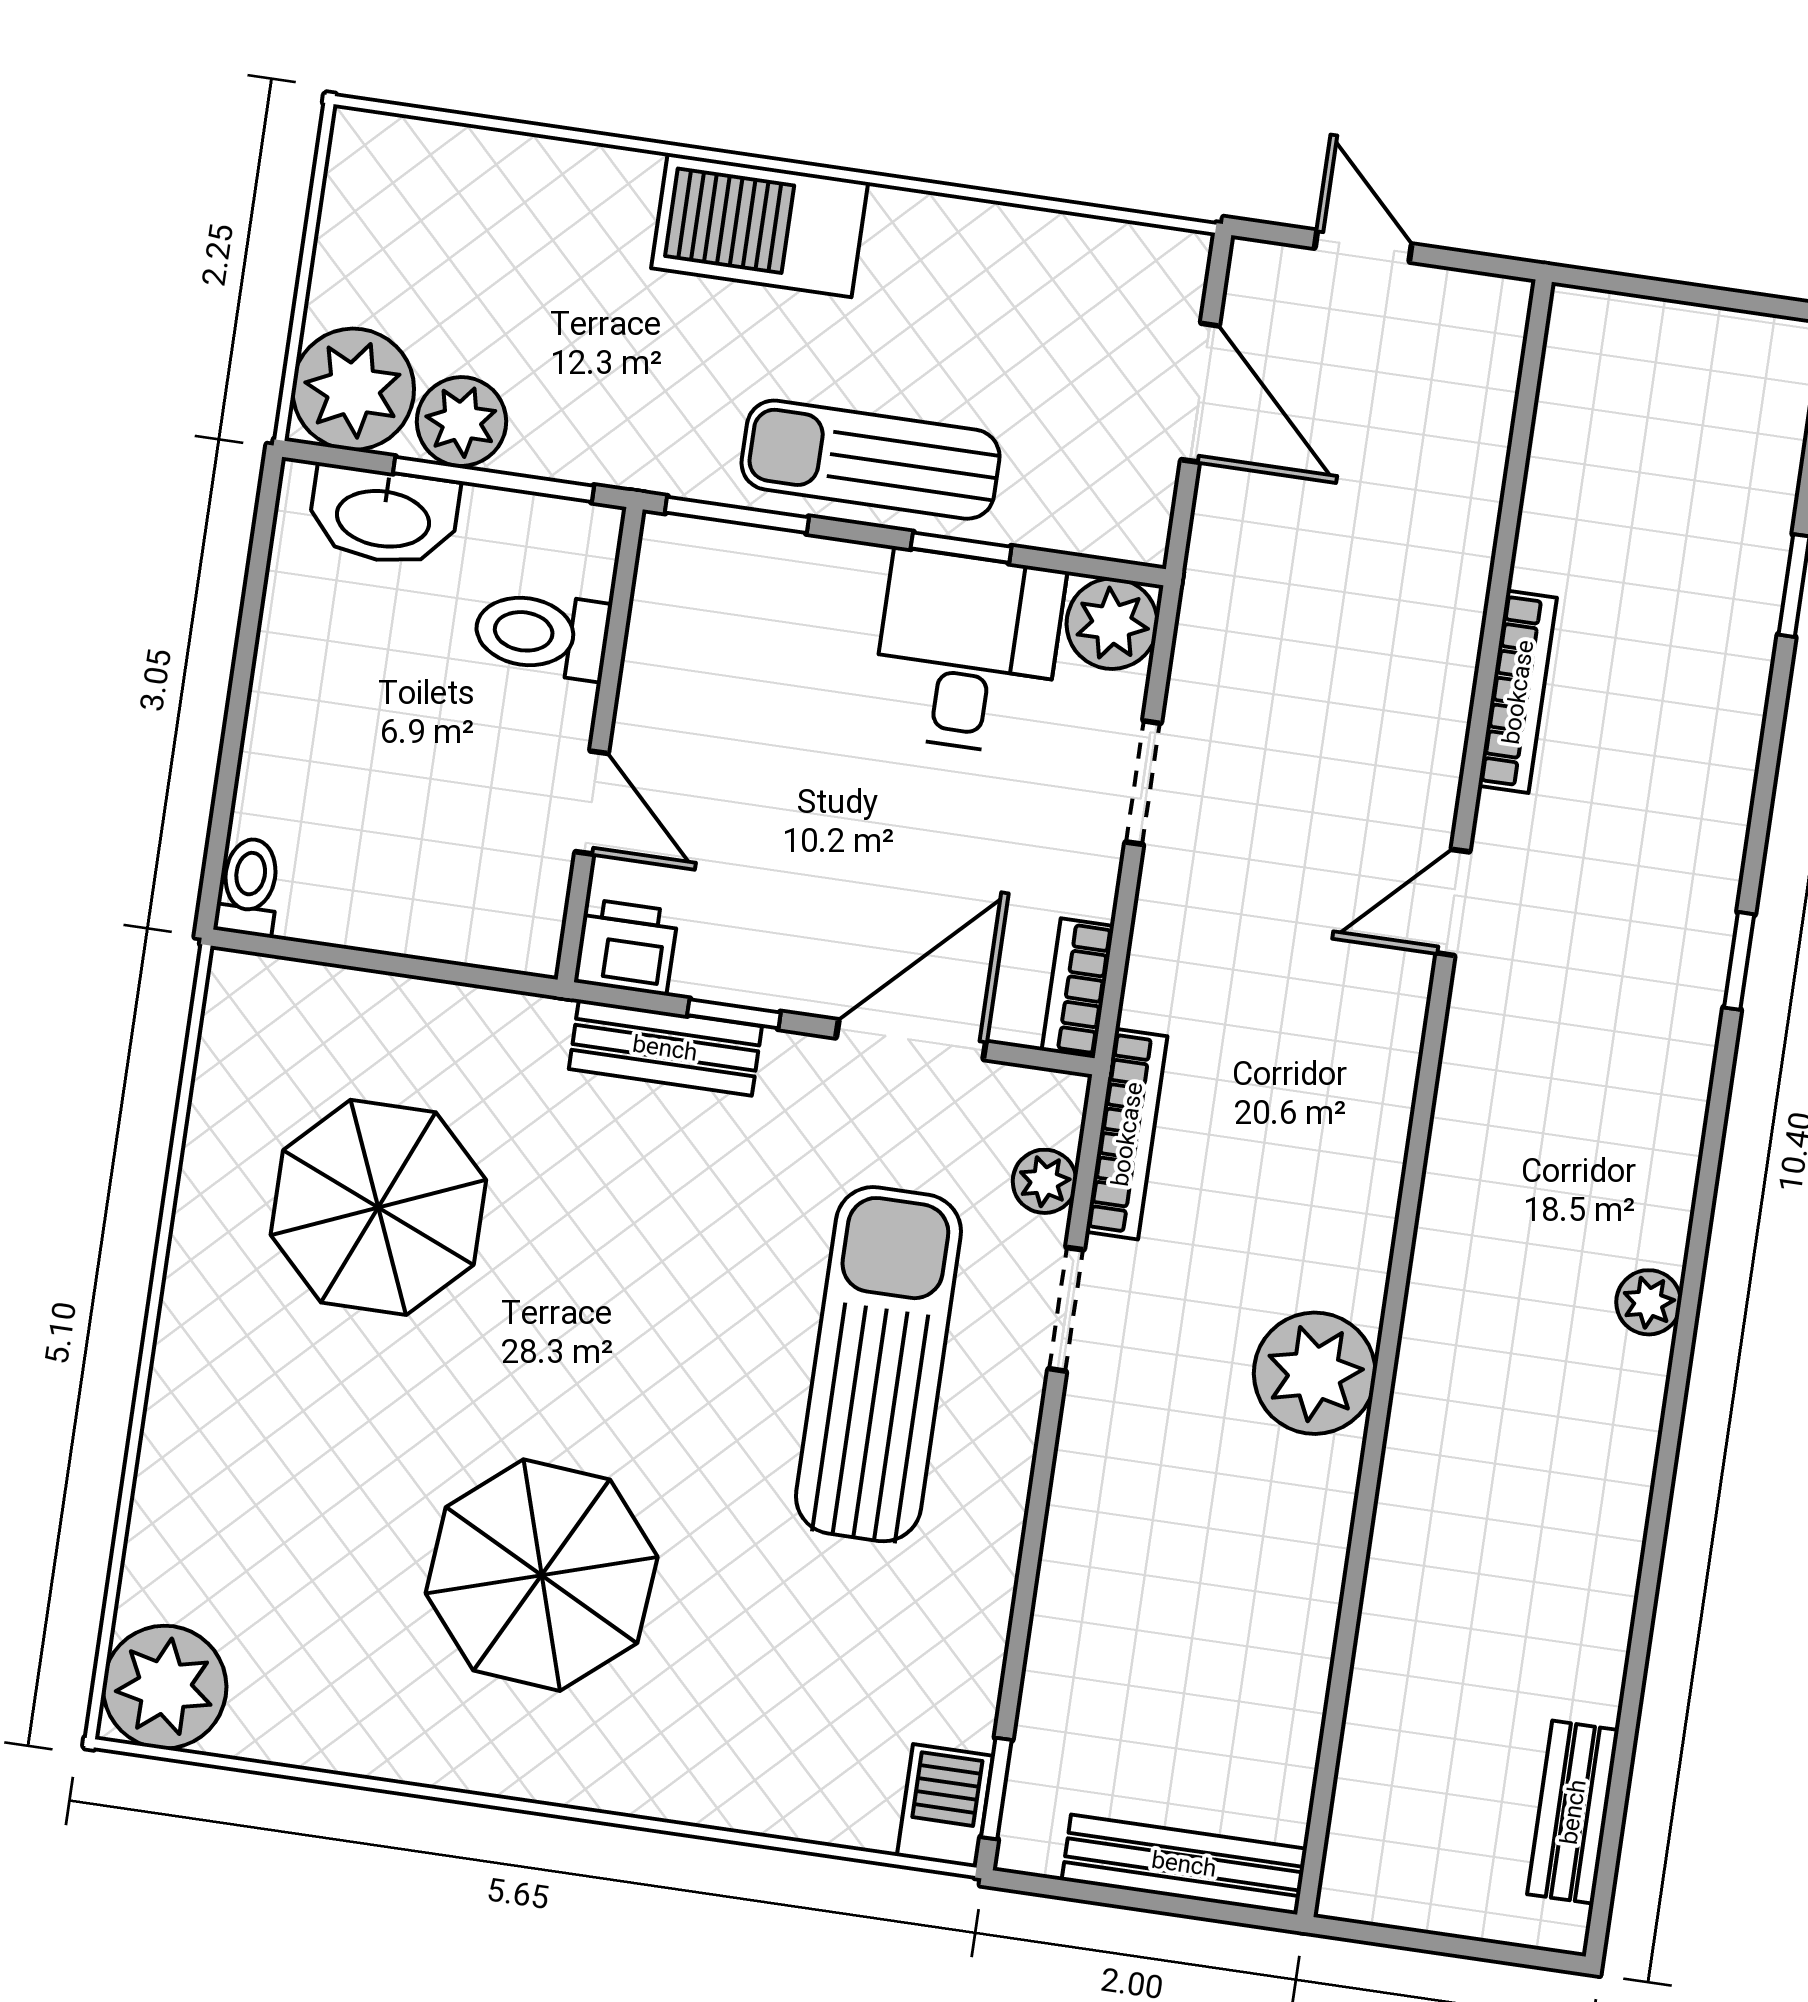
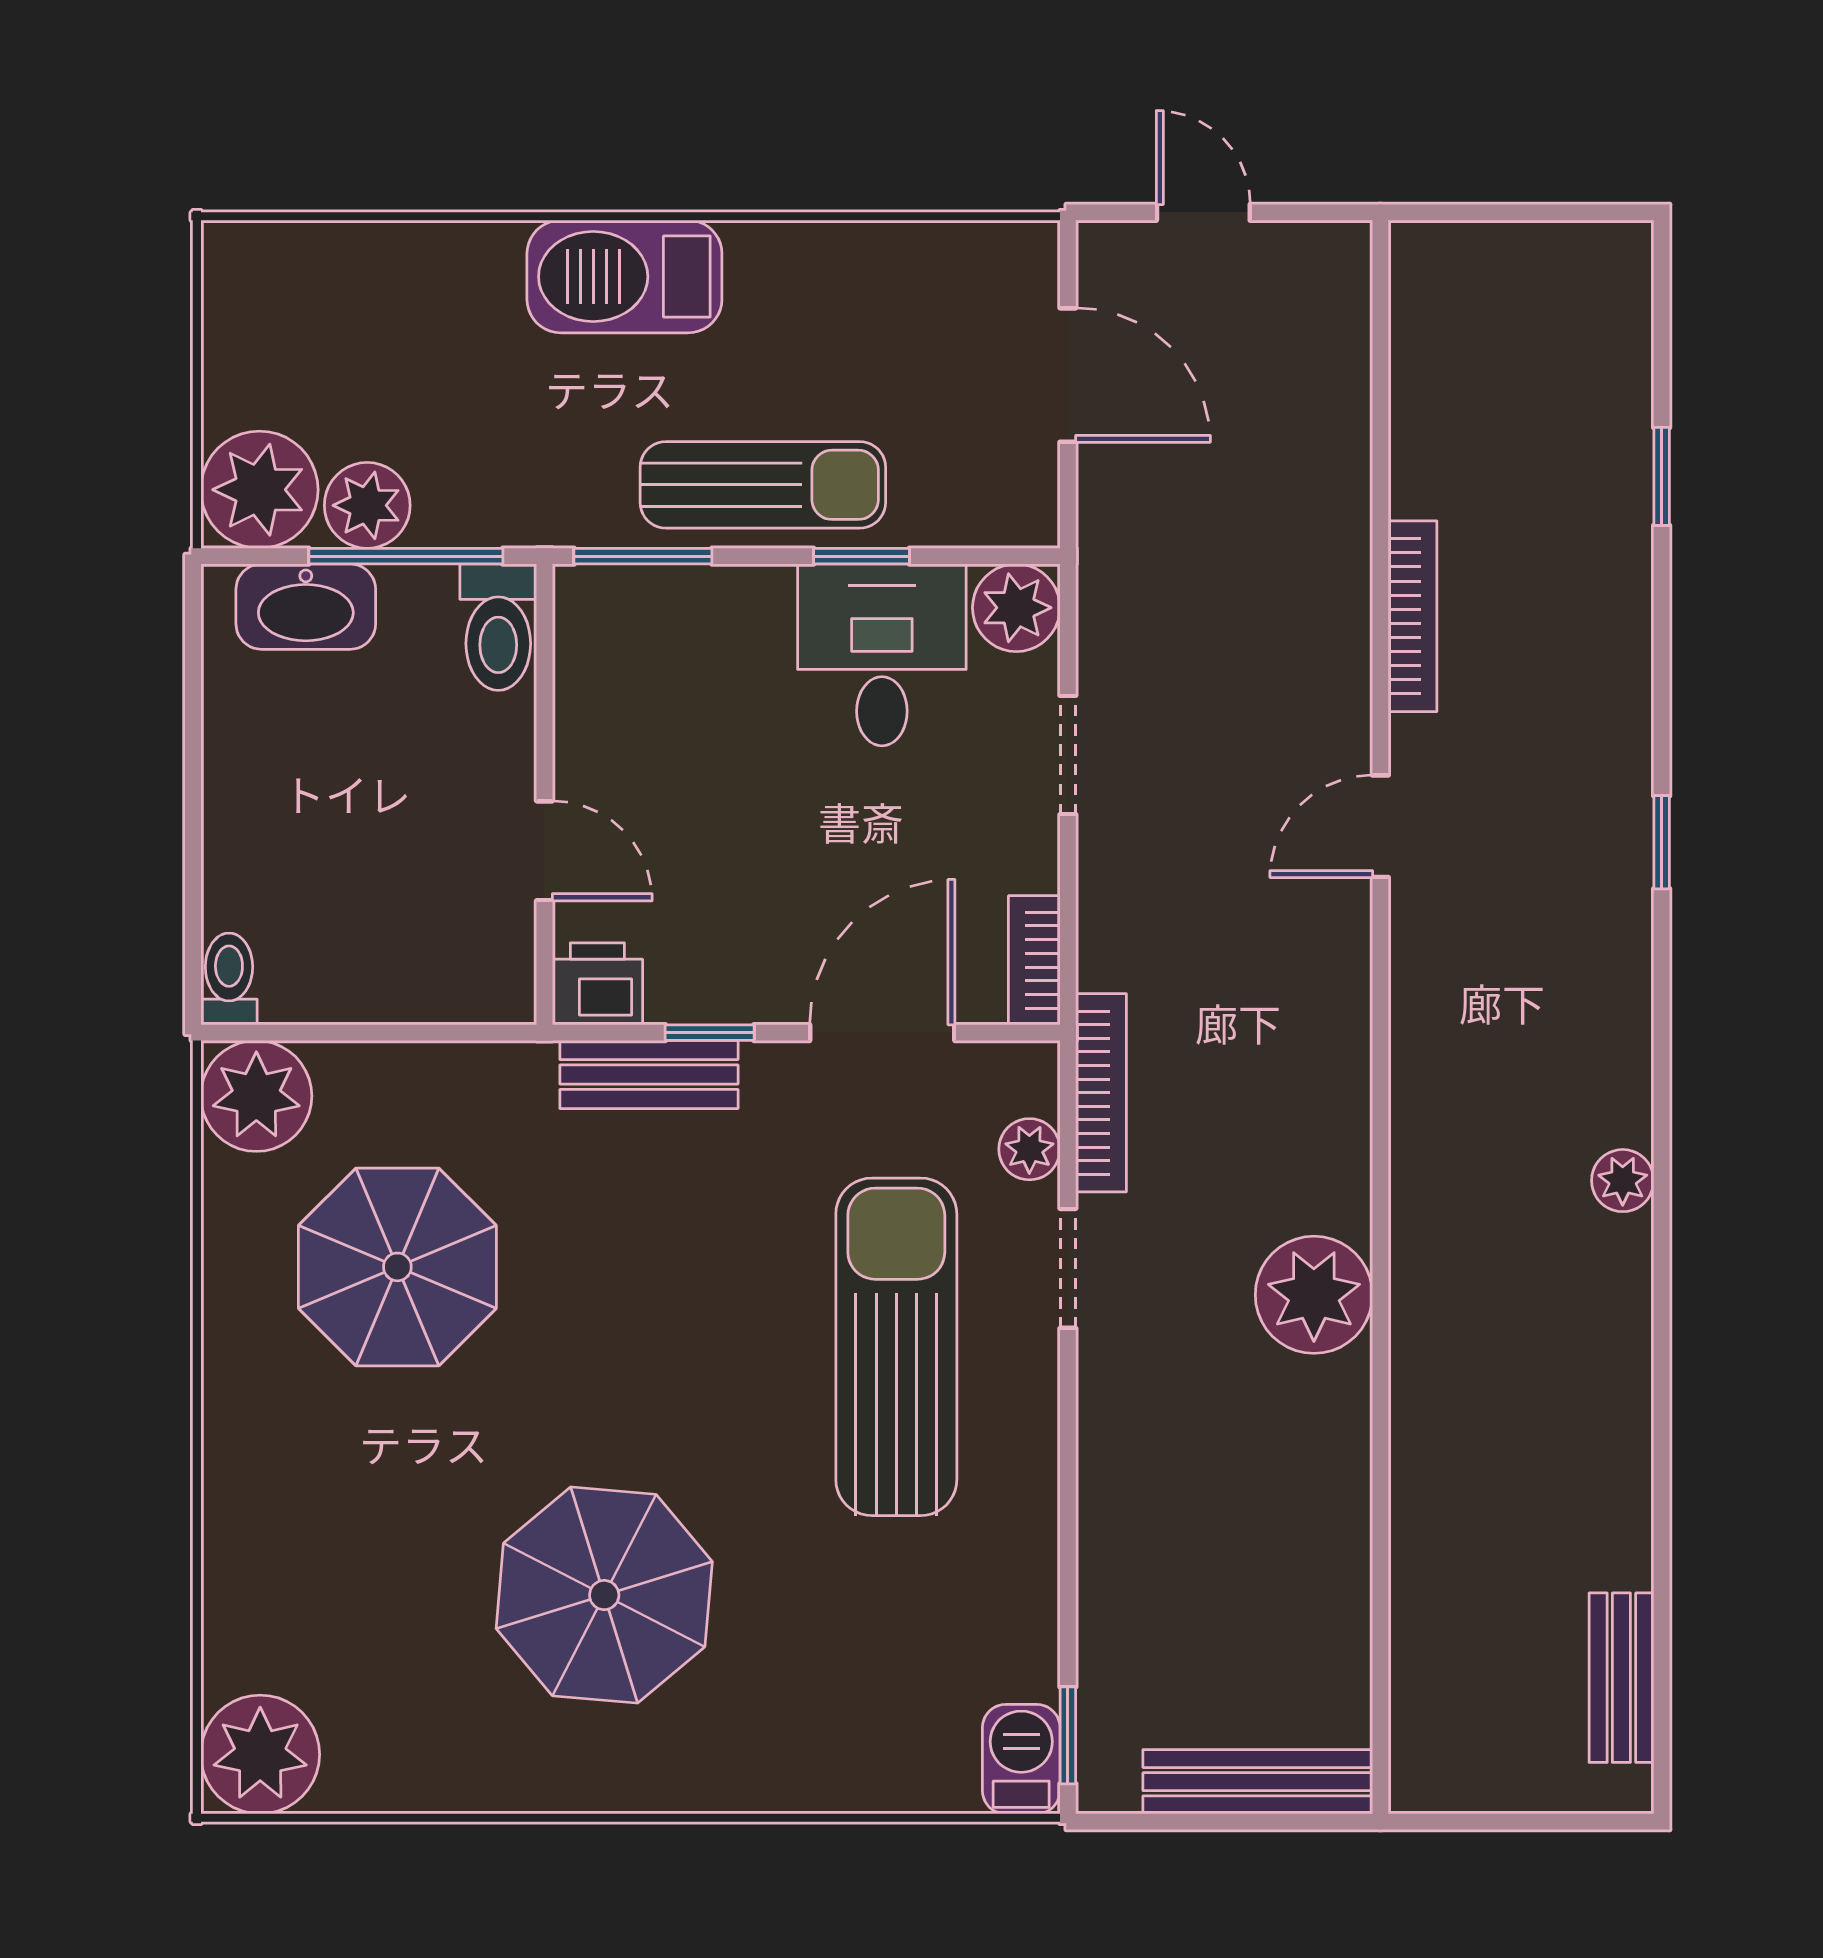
sun lounger: (871, 460) -> (763, 485), turned 180
toilet: (542, 634) -> (498, 627), moved, turned -90
plant: (259, 1011) -> (256, 1096), added

